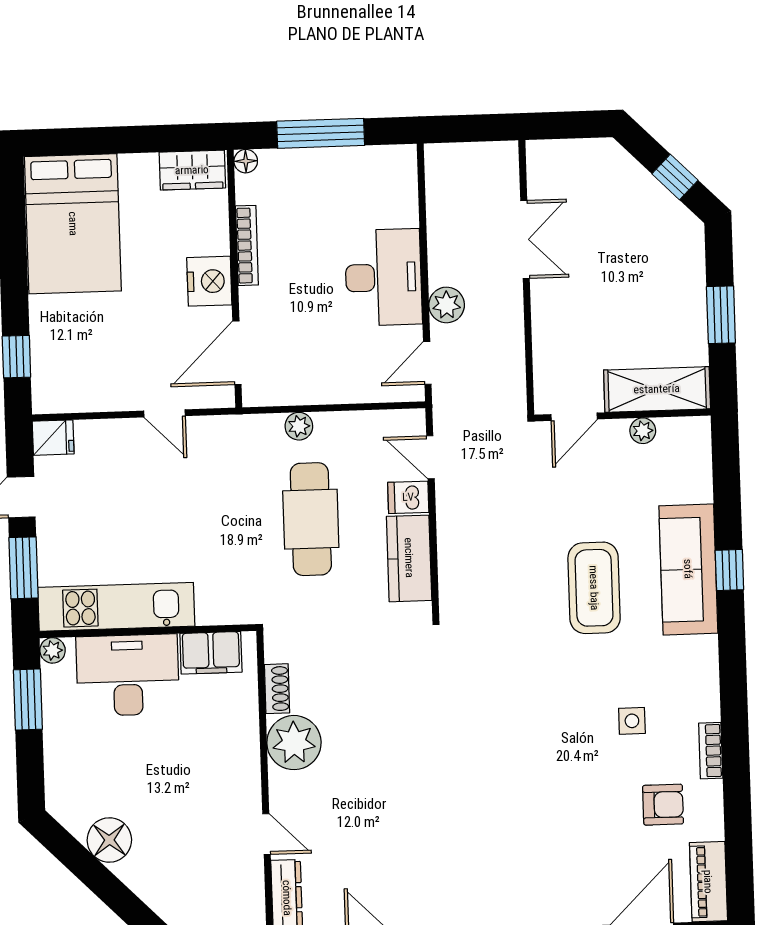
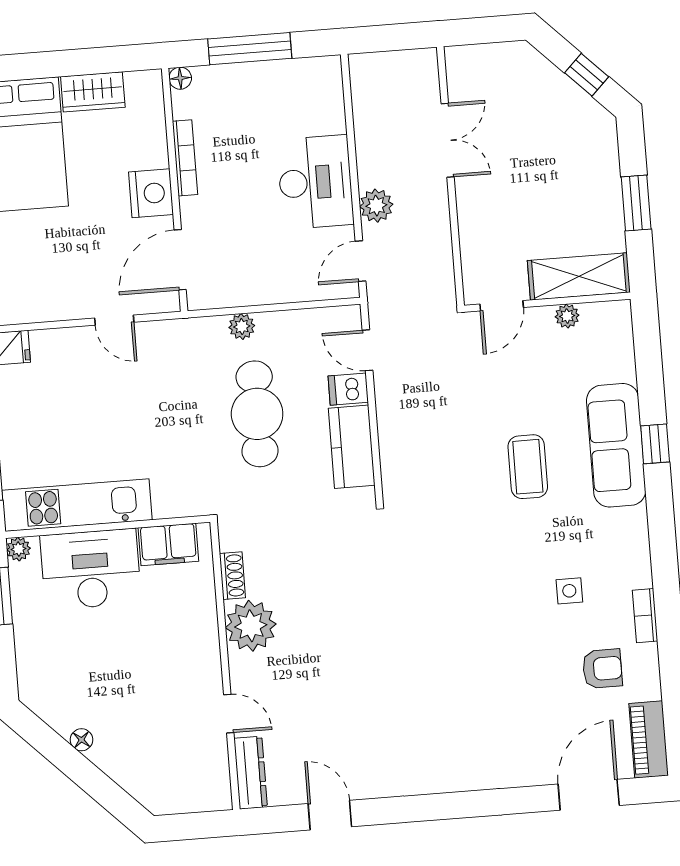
wardrobe: (192, 170) -> (93, 92), moved
coffee table: (594, 588) -> (528, 467), width x0.73, depth x0.76
floor lamp: (109, 840) -> (81, 740), width x0.53, depth x0.53

